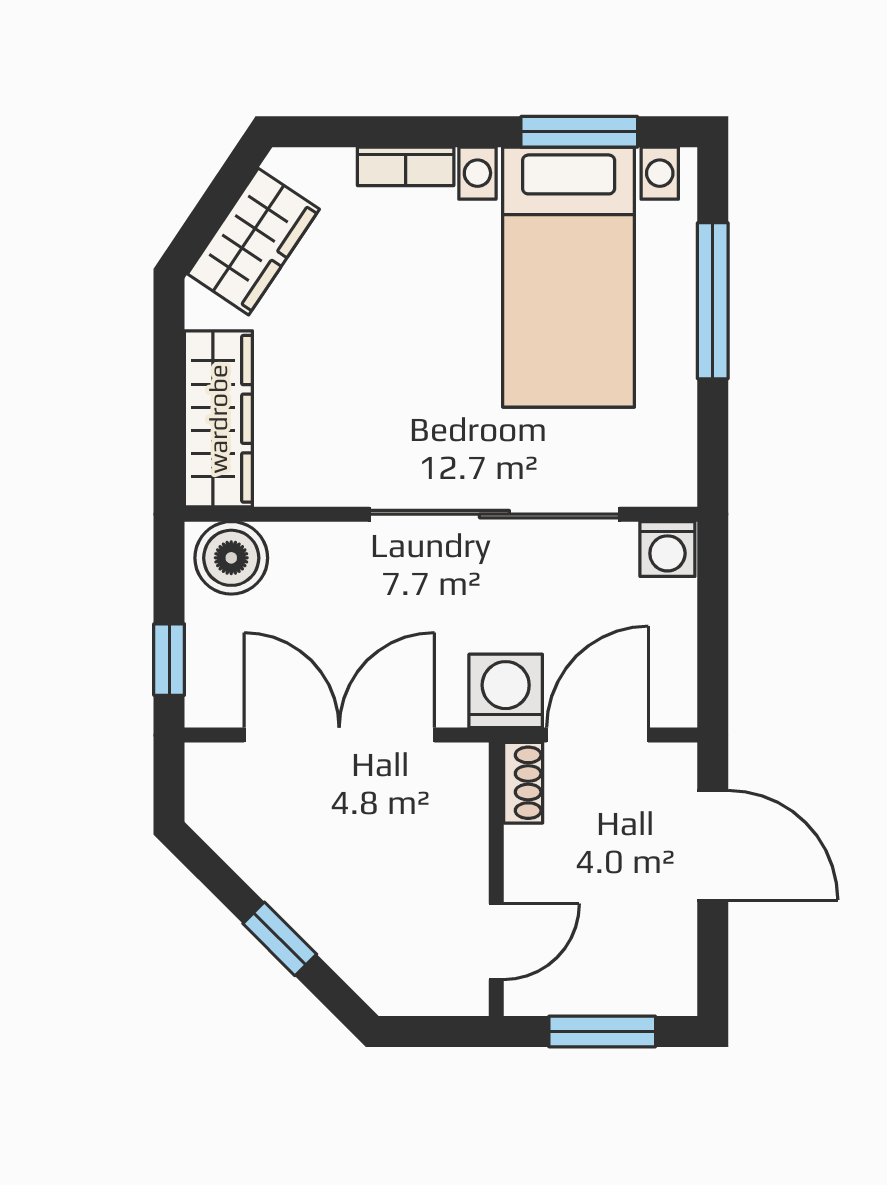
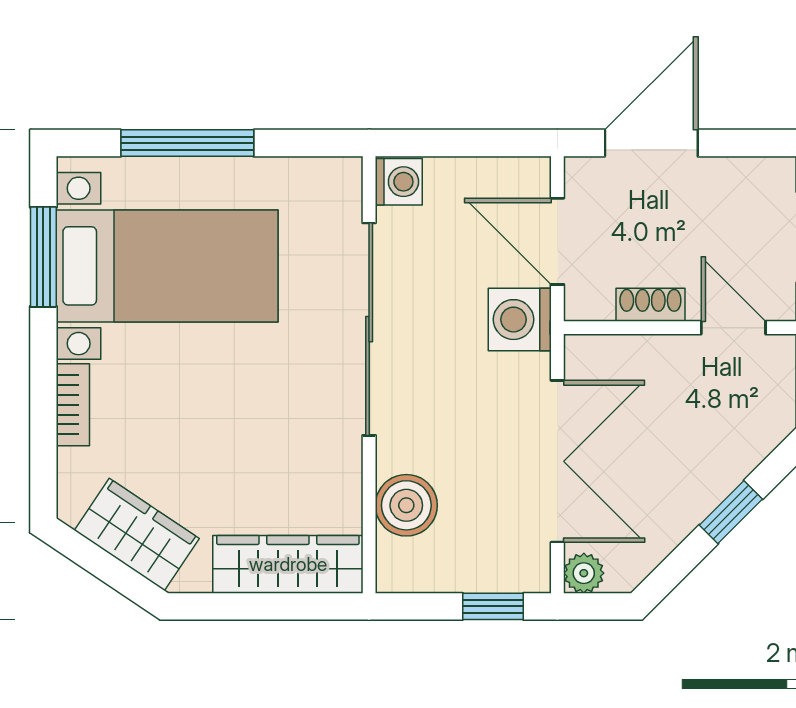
boiler: (231, 558) -> (406, 505), moved
double door: (339, 735) -> (557, 461), swing flipped
plant: (208, 766) -> (584, 573), added
shoe rack: (523, 783) -> (650, 305), moved

